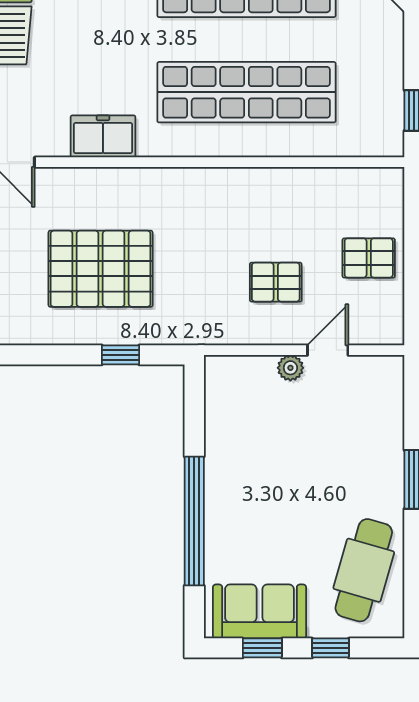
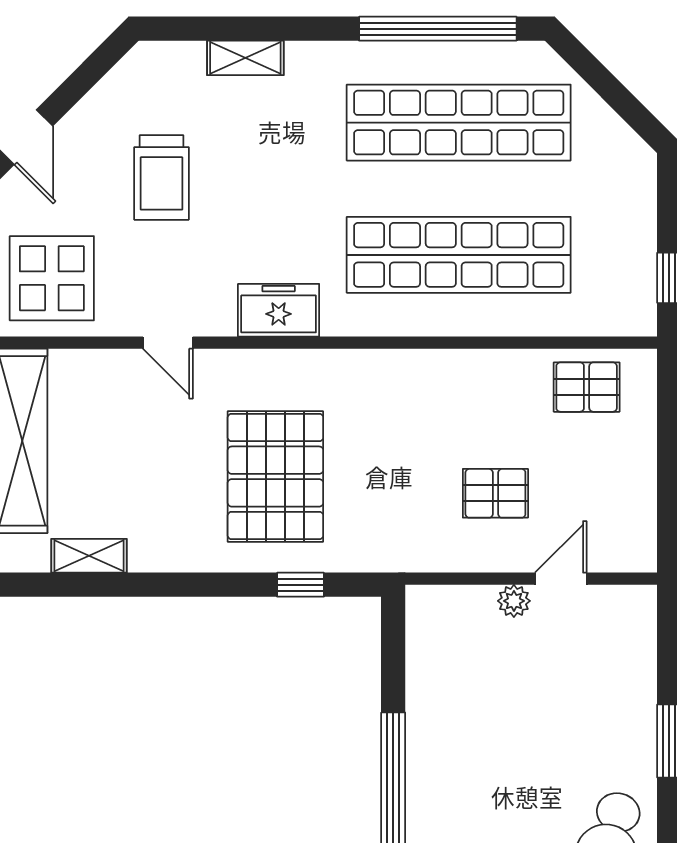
pallet: (369, 258) -> (587, 387), moved
pallet: (101, 269) -> (275, 477), turned 90

